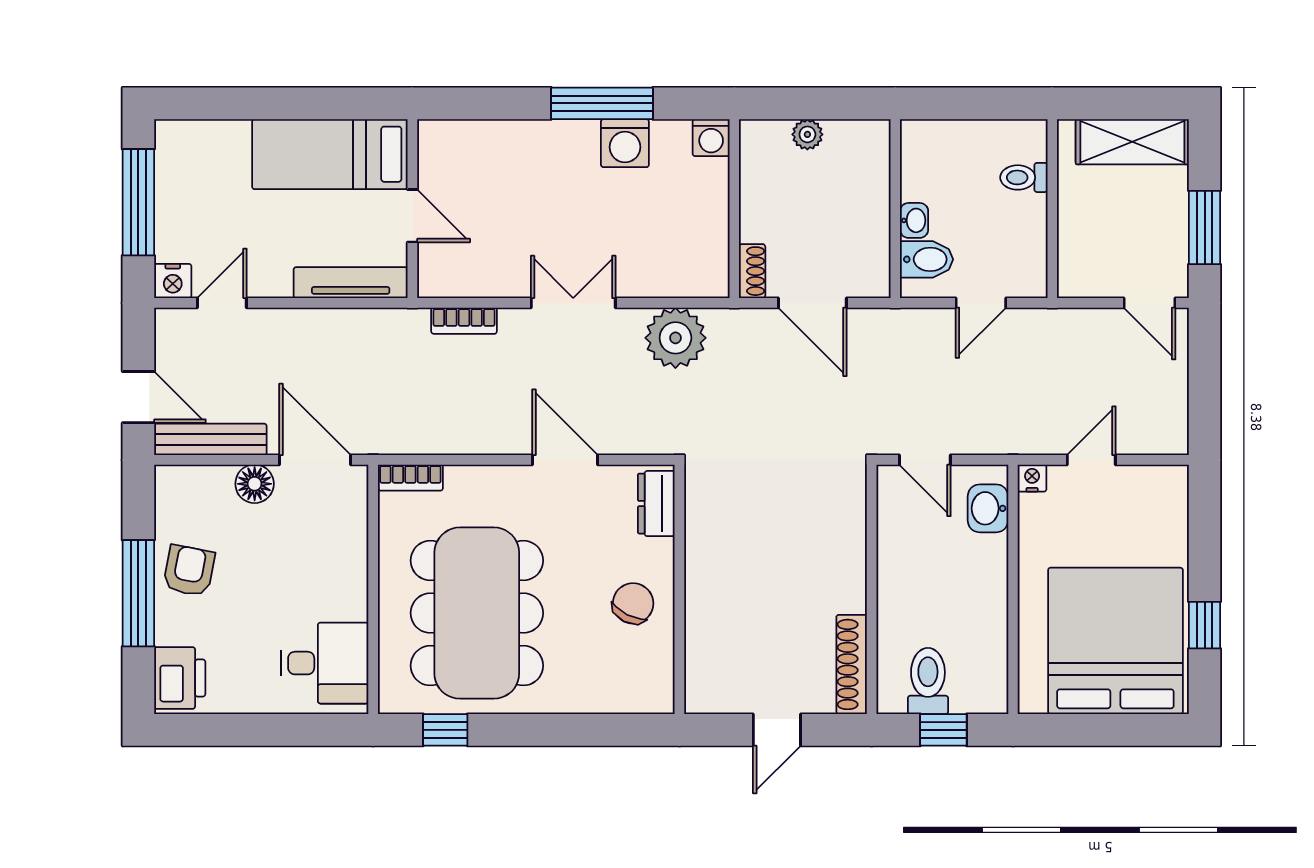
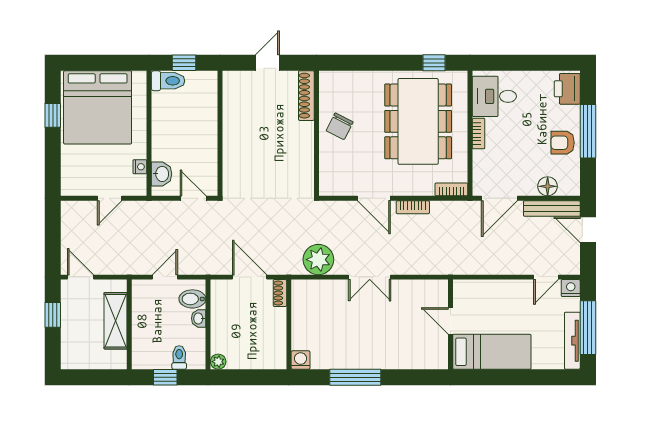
window: (981, 103) -> (165, 377), added
plant: (807, 134) -> (218, 362), moved
shelving: (1132, 142) -> (116, 321), moved, turned 90
washing machine: (625, 143) -> (344, 357), removed
toilet: (1024, 177) -> (179, 357), moved, turned -90
window: (1205, 228) -> (53, 315), width x0.67
tv unit: (351, 283) -> (572, 341), moved, turned 90
bookcase: (464, 321) -> (413, 207), moved, turned 180
door: (315, 460) -> (499, 198), hinge flipped
nightstand: (1032, 478) -> (140, 167), moved, turned -90
floor lamp: (255, 484) -> (548, 186), moved
dresser: (656, 504) -> (328, 176), removed
armchair: (189, 571) -> (563, 143), turned 79
bookcase: (356, 589) -> (479, 134), added
shoe rack: (852, 664) -> (306, 96), moved, turned 180
toilet: (928, 681) -> (168, 81), moved, turned -90

